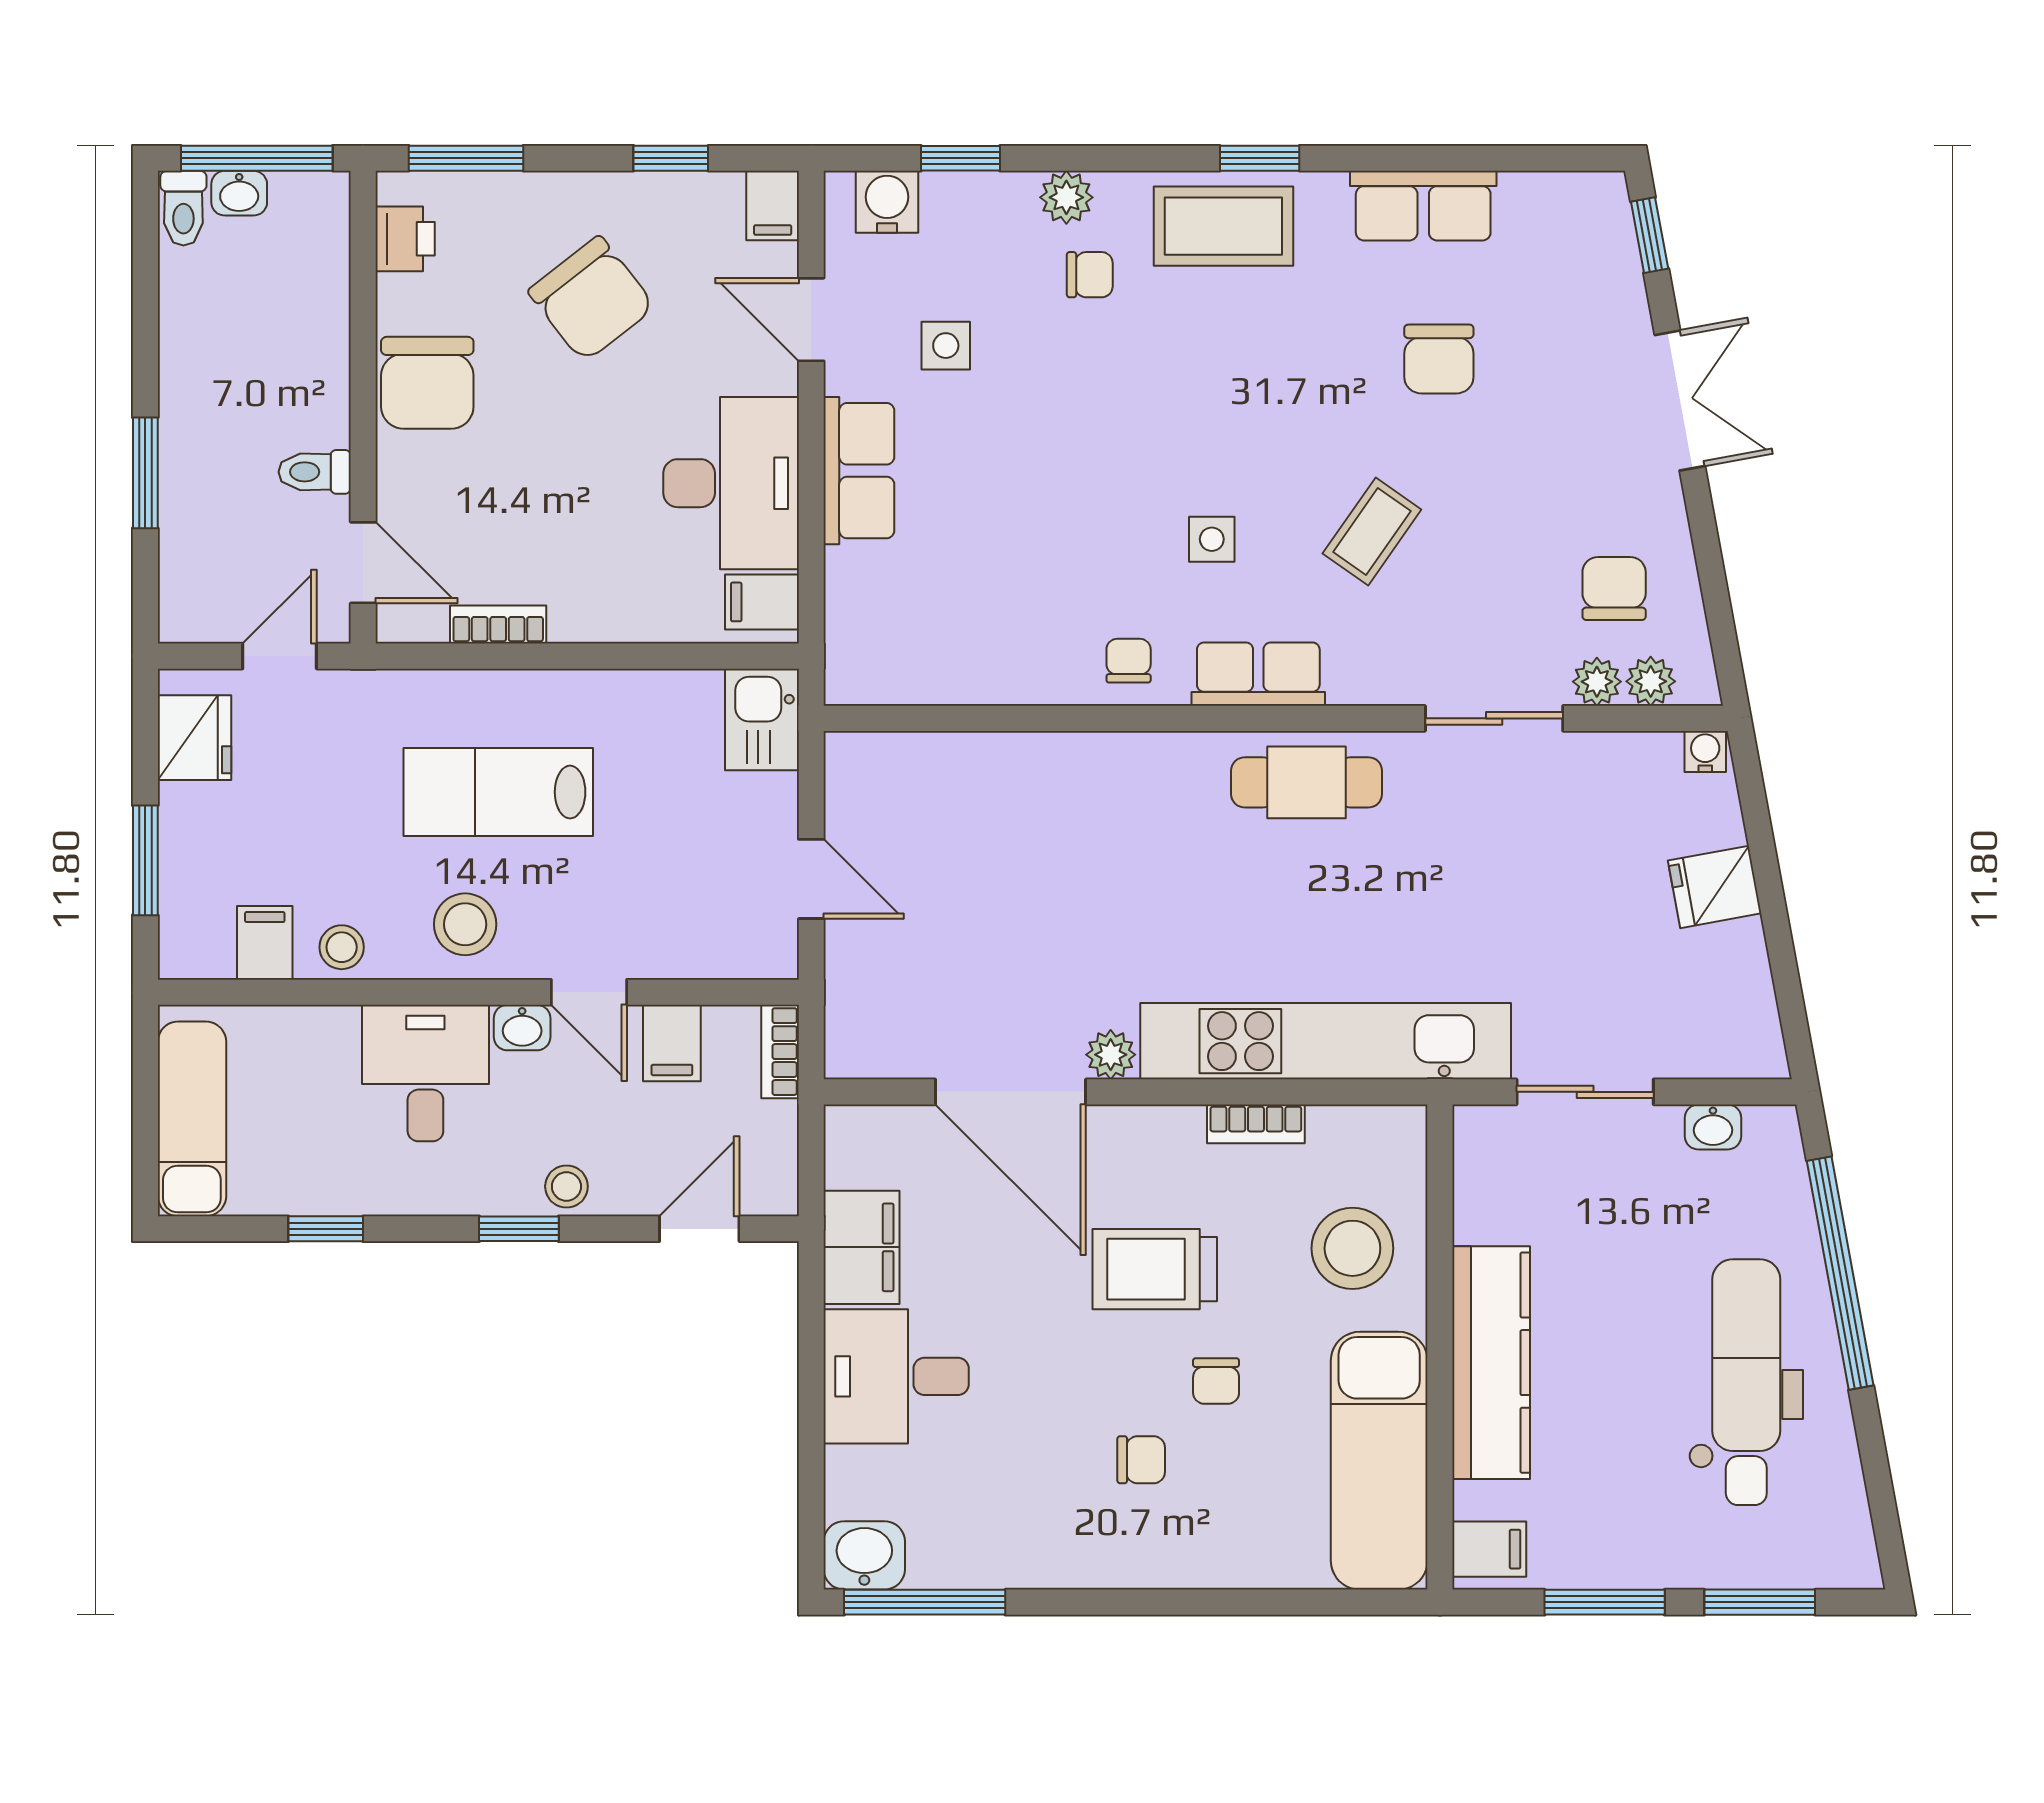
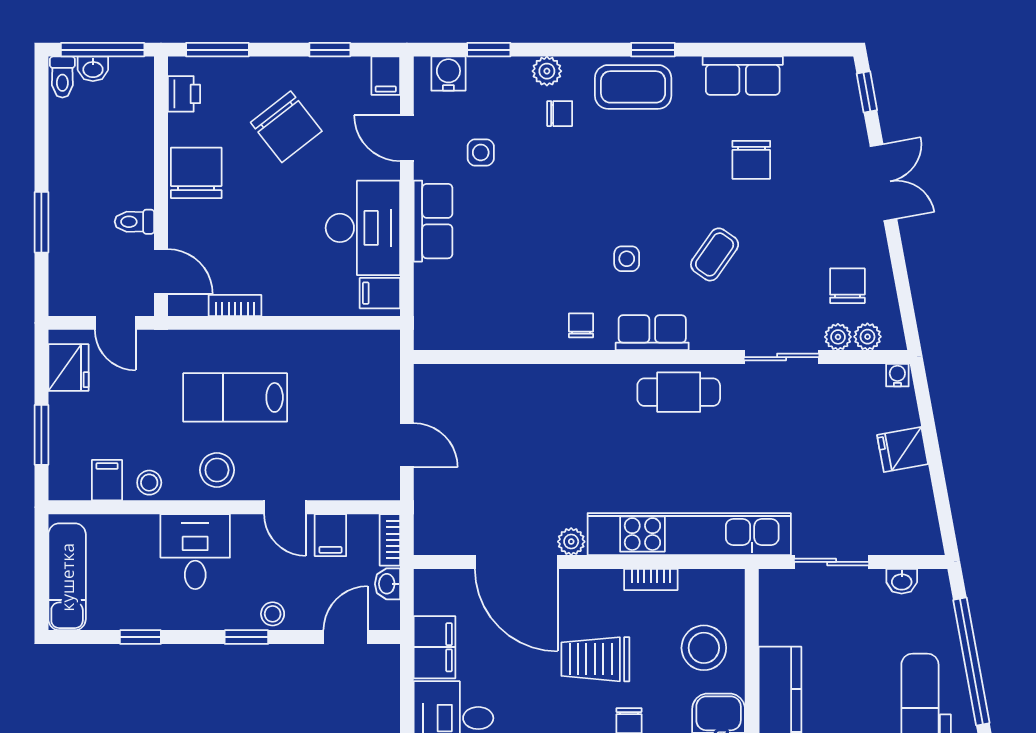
chair: (427, 383) -> (196, 173), turned 180
door: (280, 656) -> (115, 323), swing flipped
kitchen sink: (762, 719) -> (380, 358), removed
washbasin: (522, 1028) -> (388, 584), moved, turned 90

